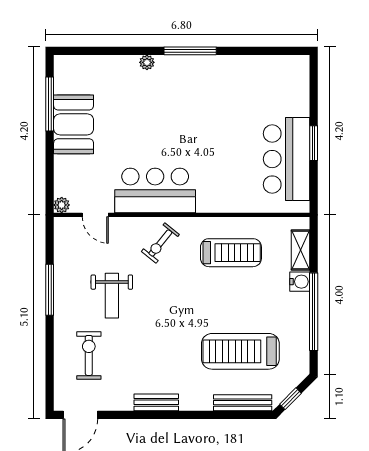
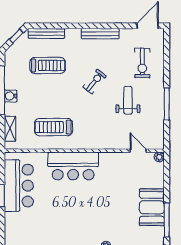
bar counter: (155, 190) -> (73, 166), moved
exercise bike: (160, 243) -> (95, 82), moved
water cooler: (300, 282) -> (11, 96), moved
treadmill: (240, 351) -> (48, 66), width x0.73, depth x0.73
bench: (156, 402) -> (100, 34), width x1.36

